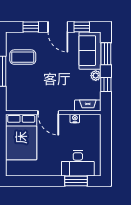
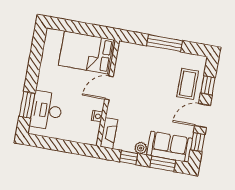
coffee table: (23, 57) -> (188, 84), moved

